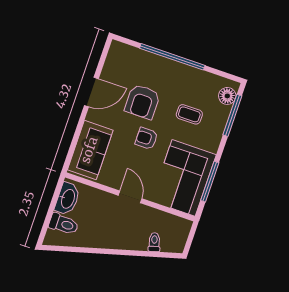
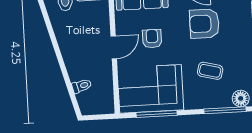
coffee table: (189, 114) -> (210, 71), turned -76
armchair: (146, 138) -> (152, 39), moved

